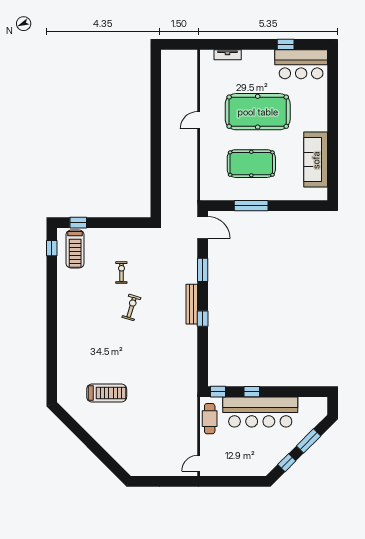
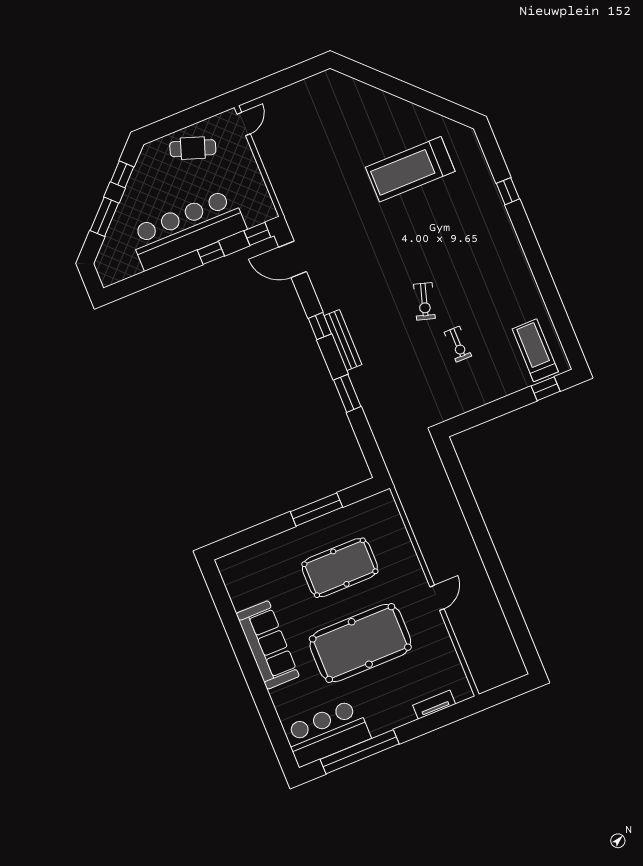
window: (286, 44) -> (360, 752), width x3.17
sofa: (316, 160) -> (268, 645), moved
door: (203, 228) -> (293, 259), moved
window: (52, 248) -> (508, 191), moved
treadmill: (107, 393) -> (410, 169), width x1.37, depth x1.38
cafe table: (210, 419) -> (193, 148), moved, turned -71

